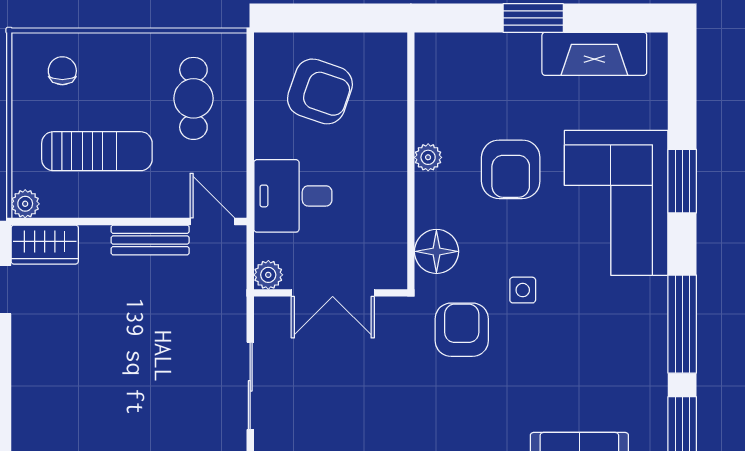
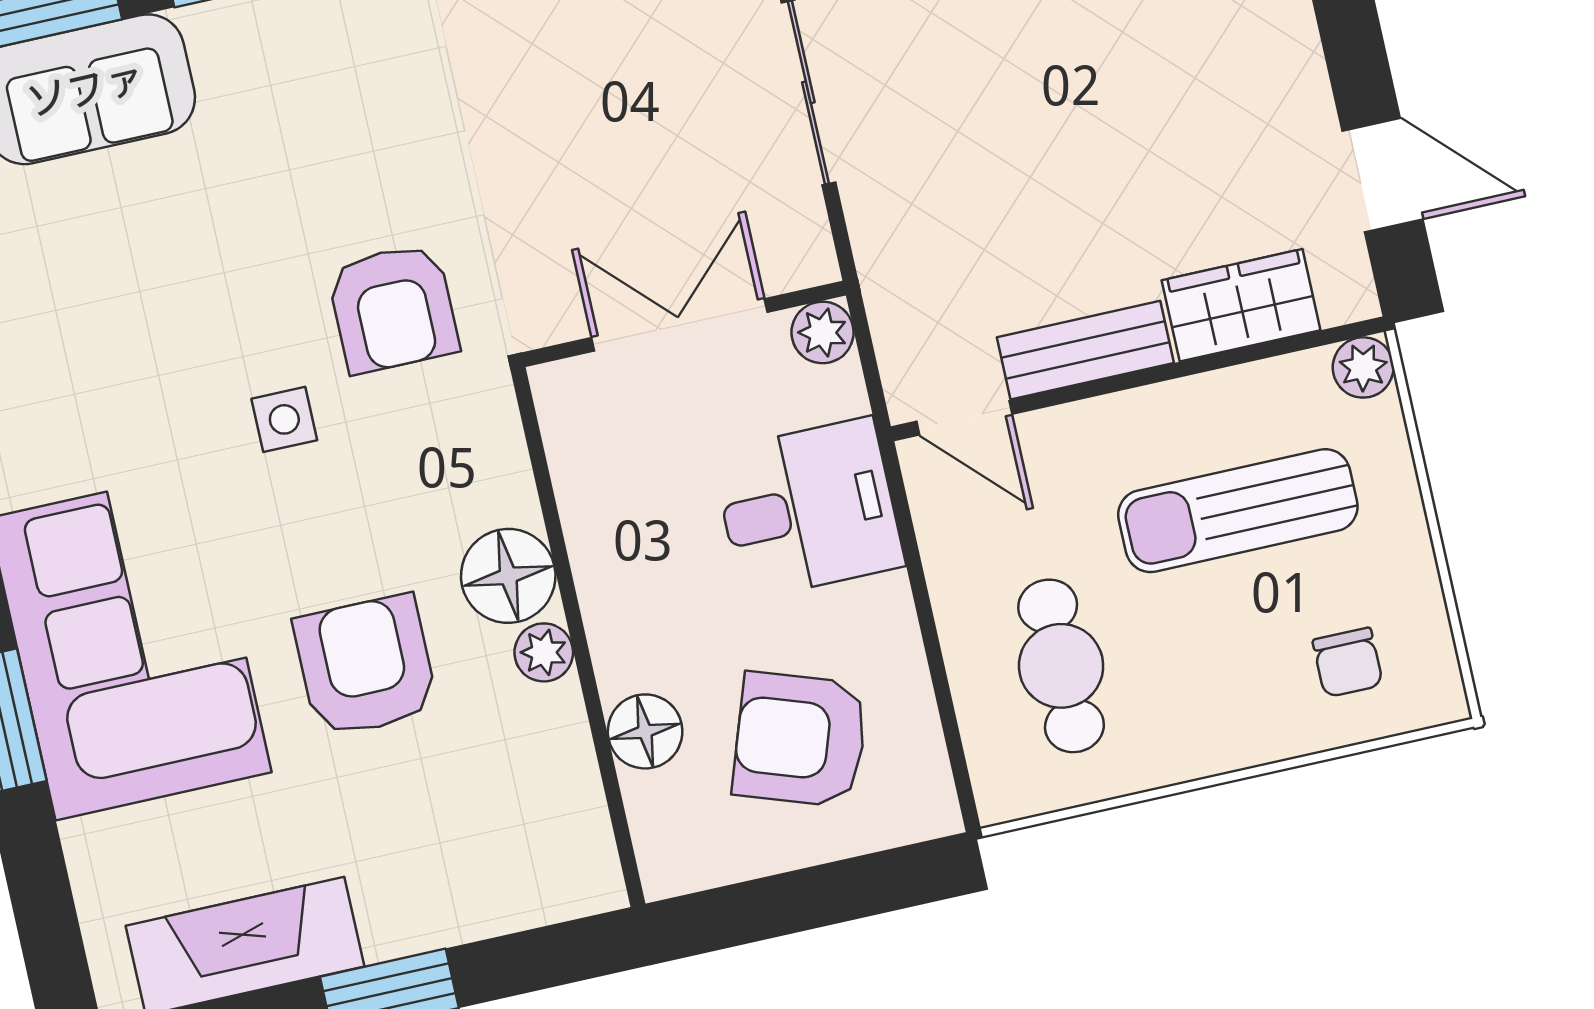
floor lamp: (390, 111) -> (645, 731), added
wardrobe: (45, 245) -> (1241, 305), moved
floor lamp: (436, 251) -> (508, 576), moved

